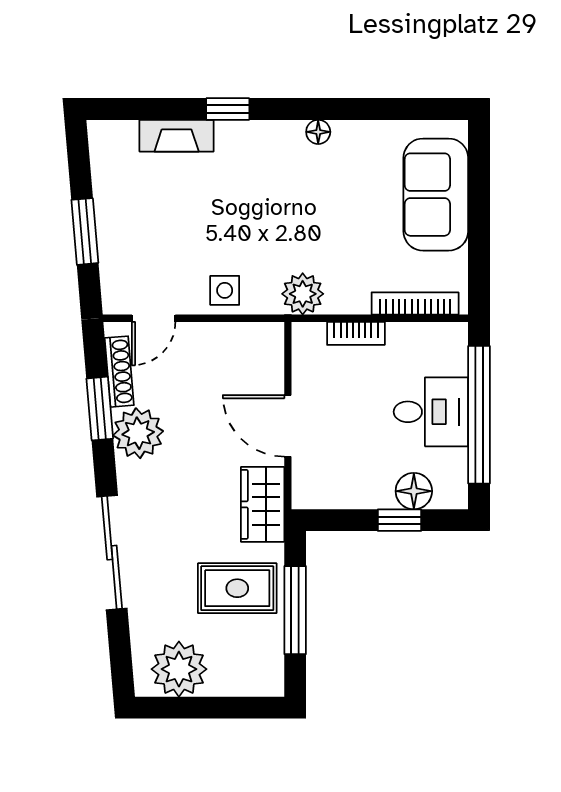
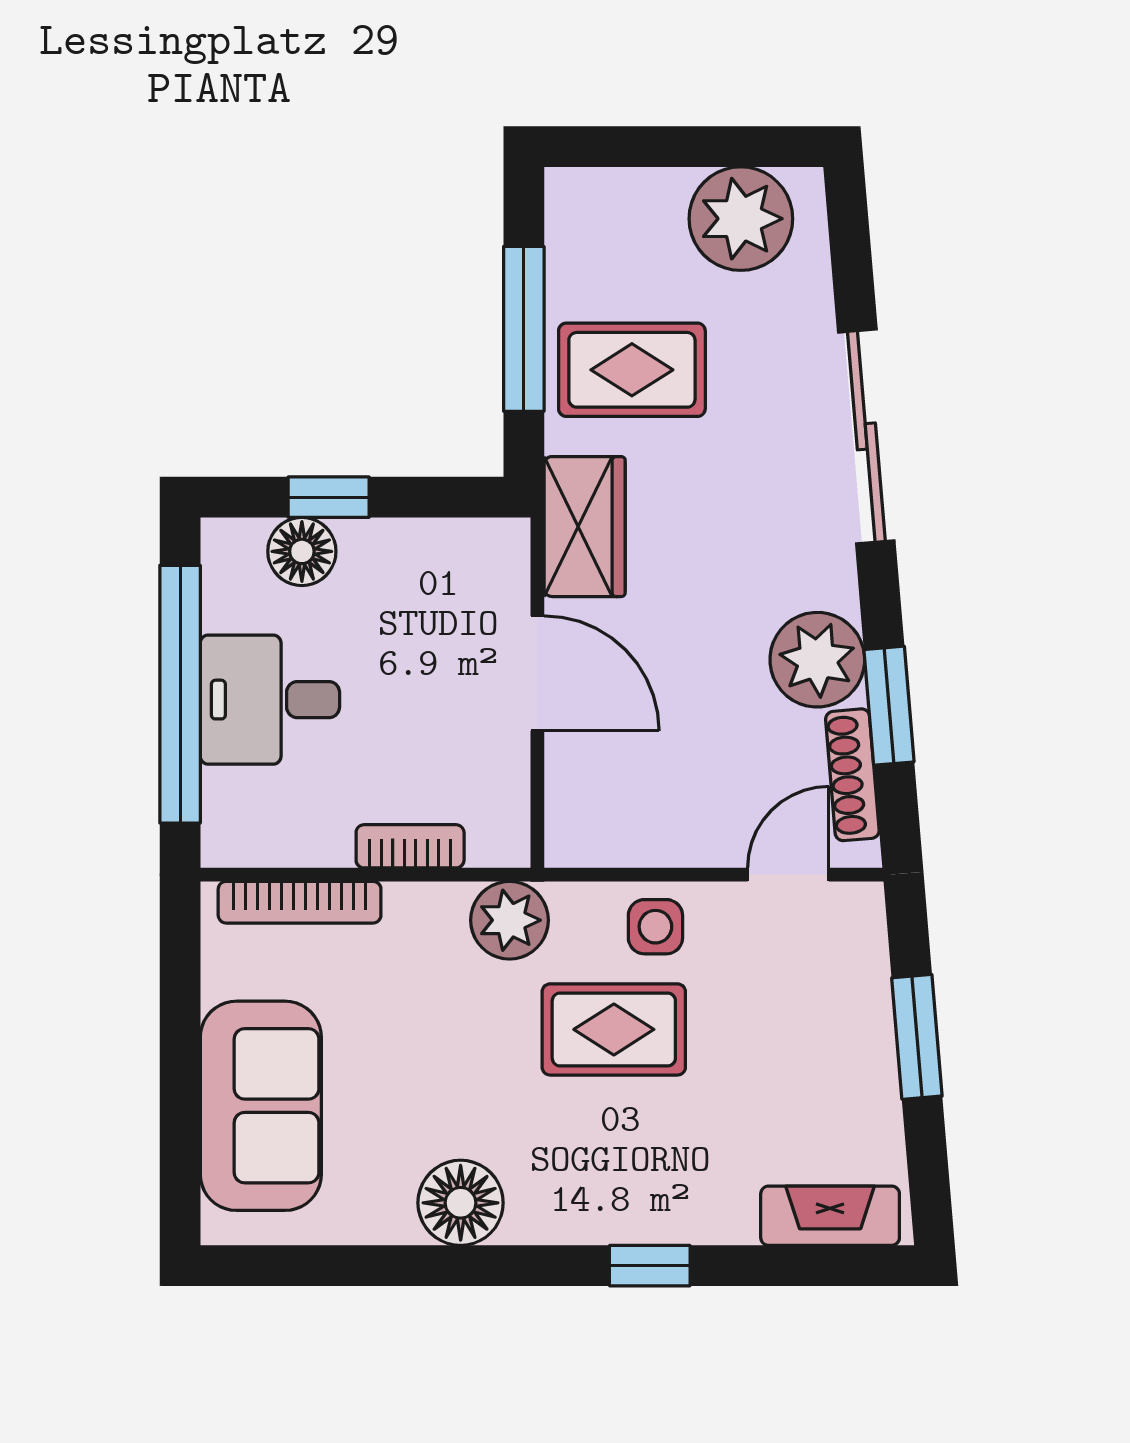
floor lamp: (318, 132) -> (461, 1203), width x1.89, depth x1.89
fireplace: (177, 136) -> (830, 1216), moved
rug: (247, 235) -> (614, 1029), added

